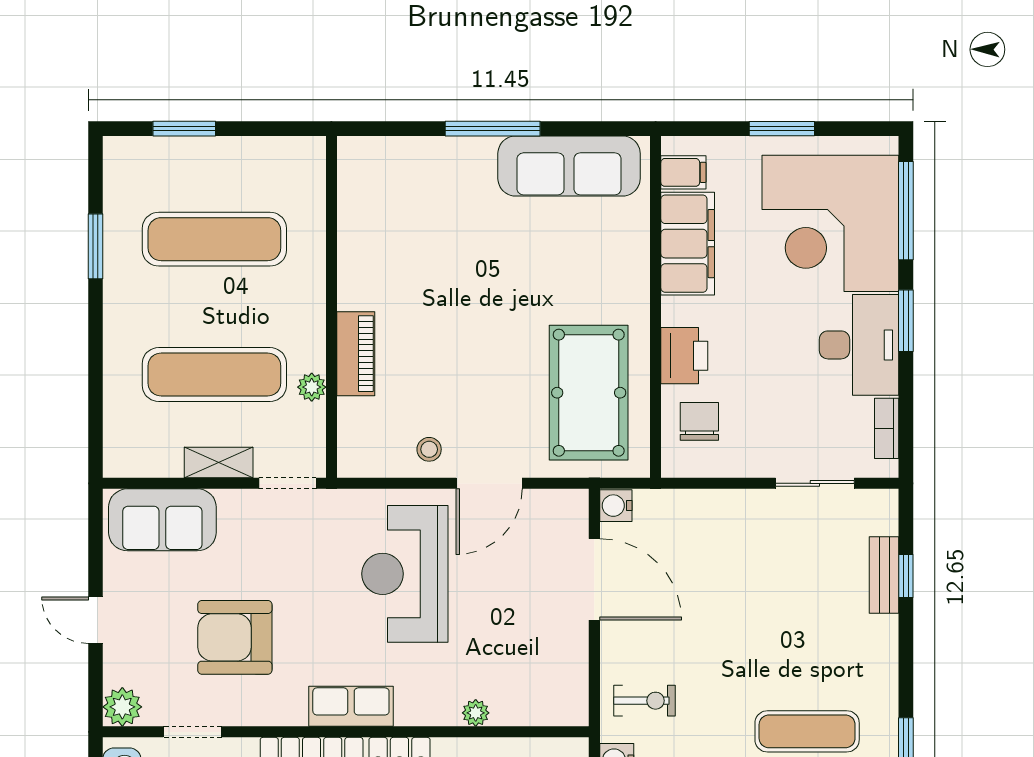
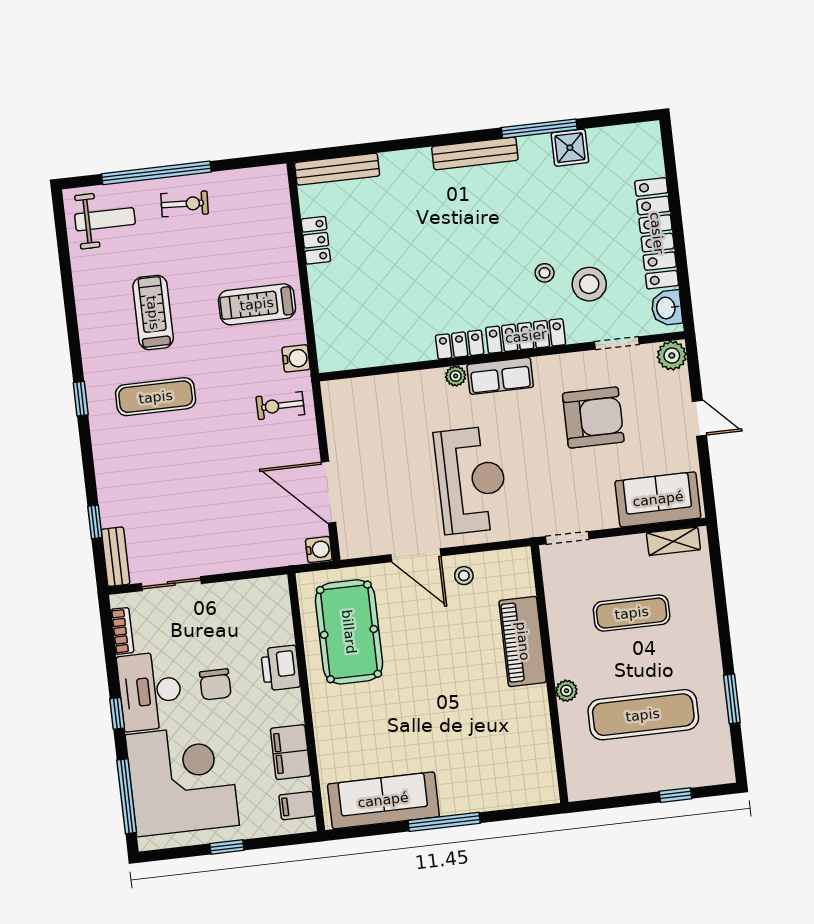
window: (184, 129) -> (675, 795), width x0.67
window: (782, 129) -> (227, 847), width x0.67
filing cabinet: (688, 244) -> (290, 752), width x0.67, depth x0.86
window: (906, 321) -> (117, 713), width x0.67
piano: (356, 354) -> (523, 641), width x1.37, depth x1.33
exercise mat: (214, 375) -> (632, 613), width x0.73, depth x0.69
plant: (312, 387) -> (566, 691), moved
chair: (699, 421) -> (215, 684), moved
shelving: (219, 463) -> (673, 541), moved
door: (489, 483) -> (416, 555), swing flipped
bench: (884, 575) -> (116, 557), moved
plant: (476, 713) -> (456, 376), moved

